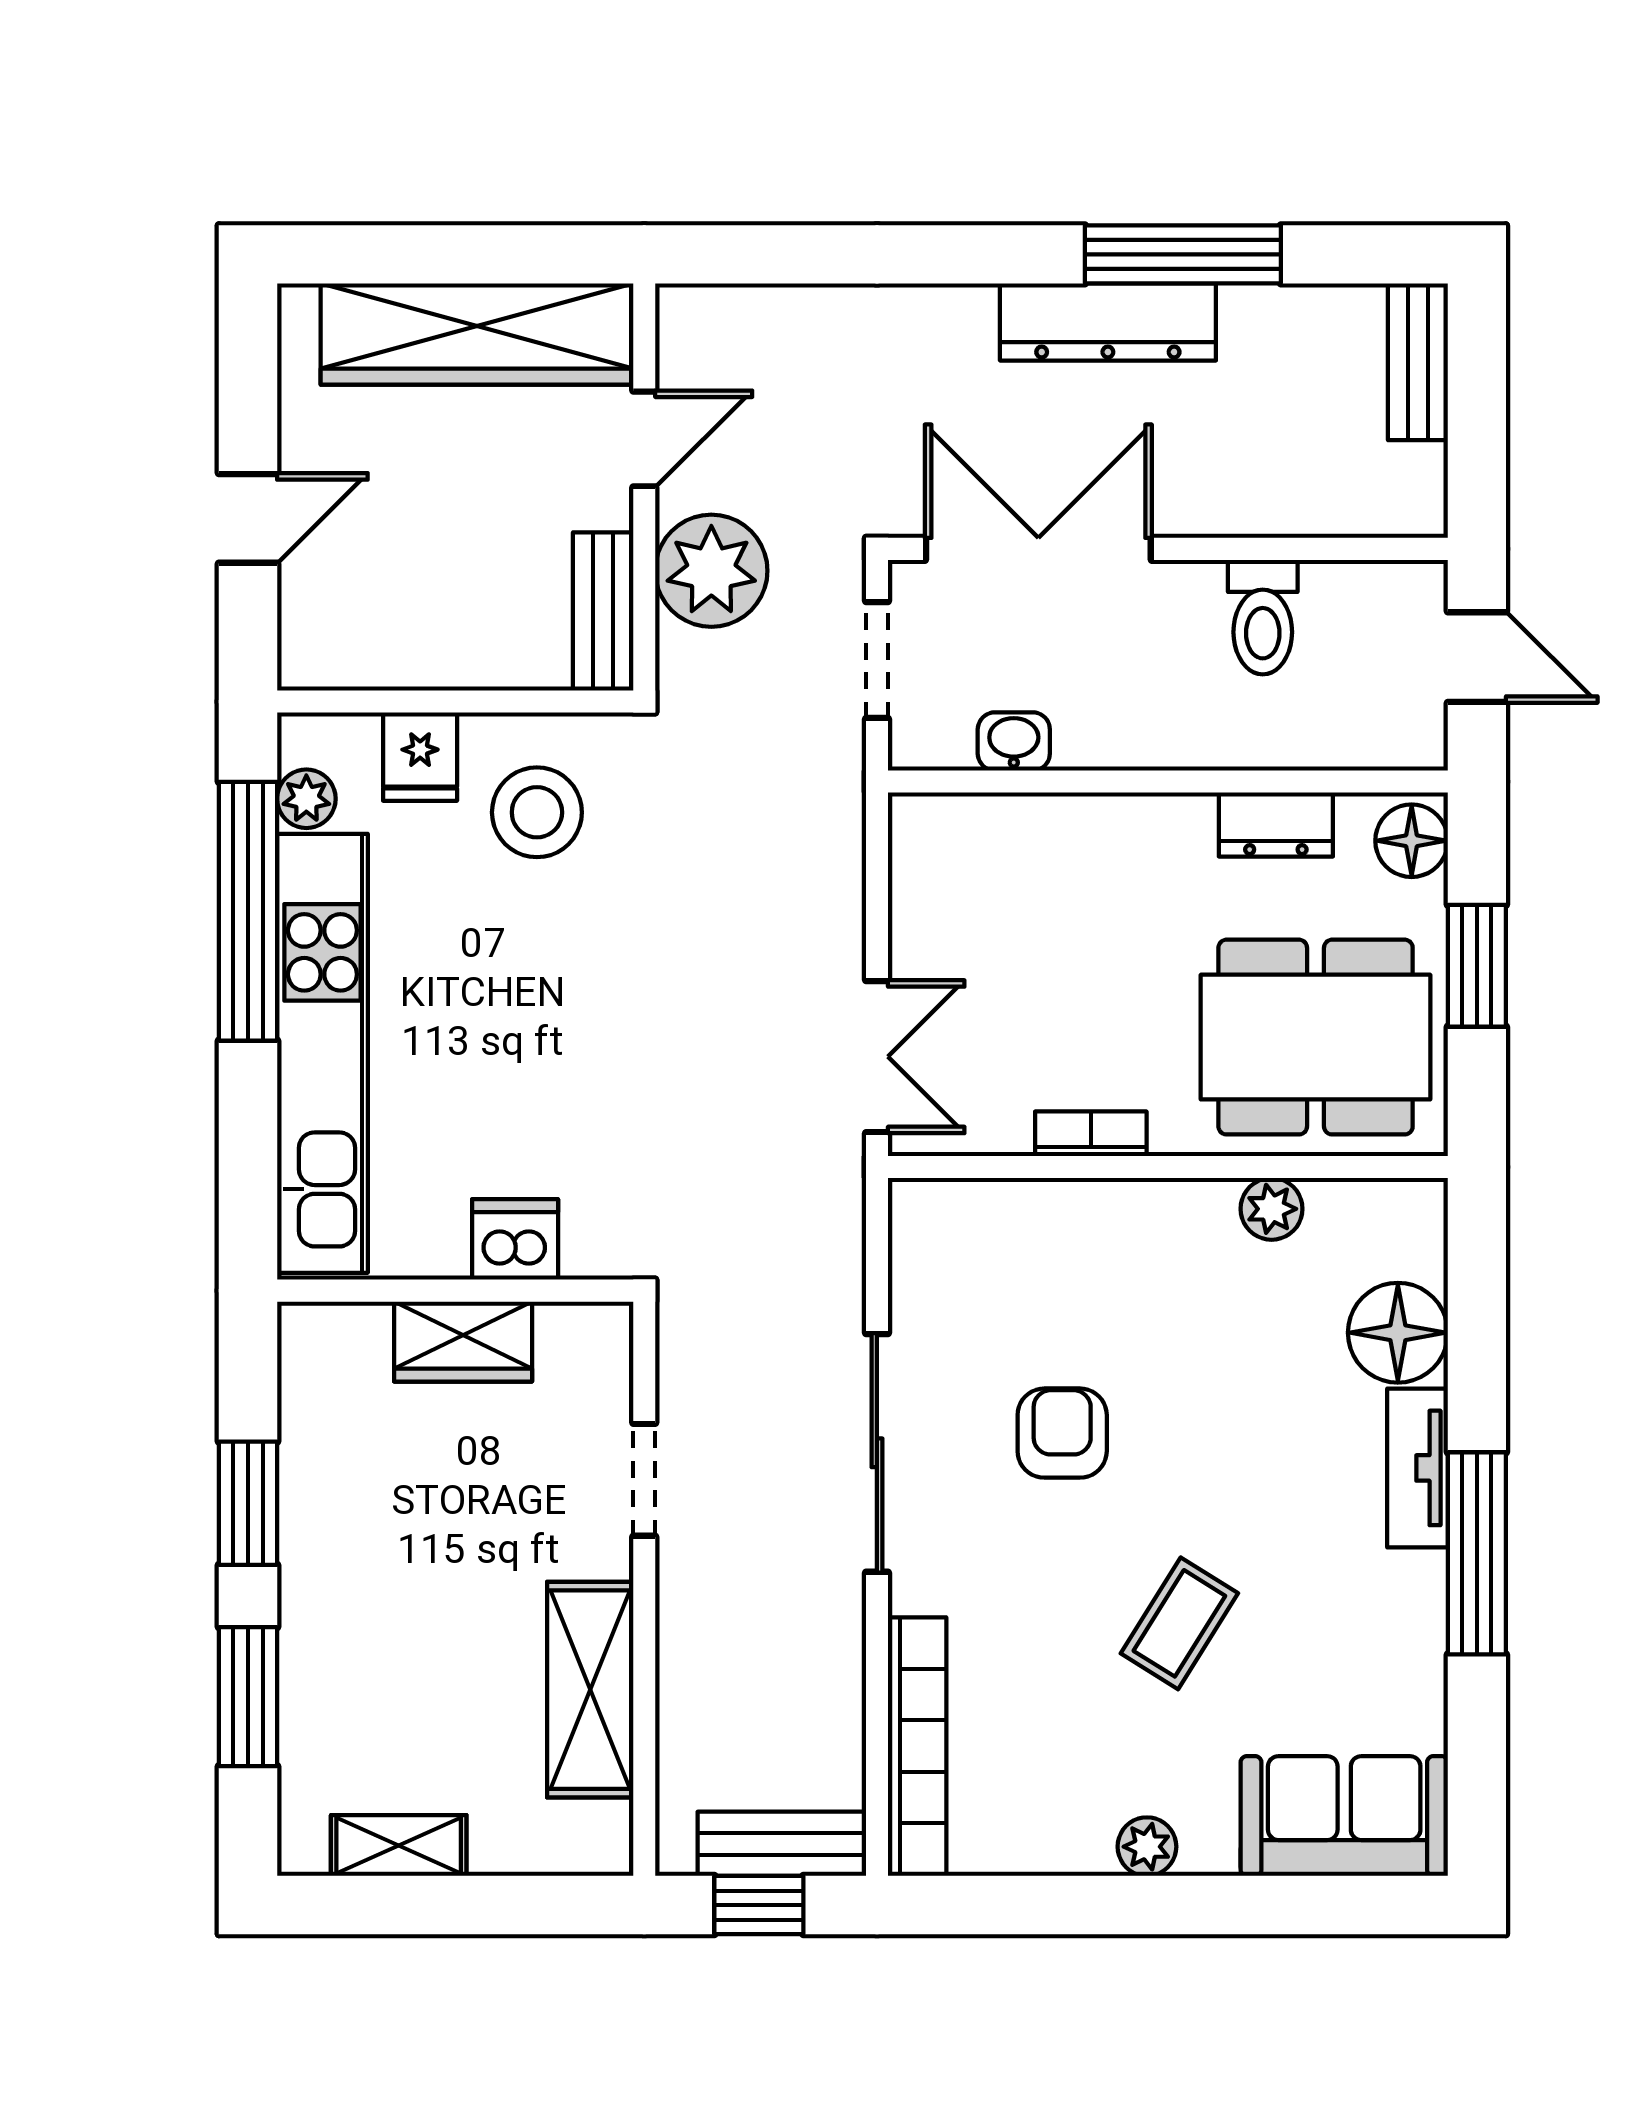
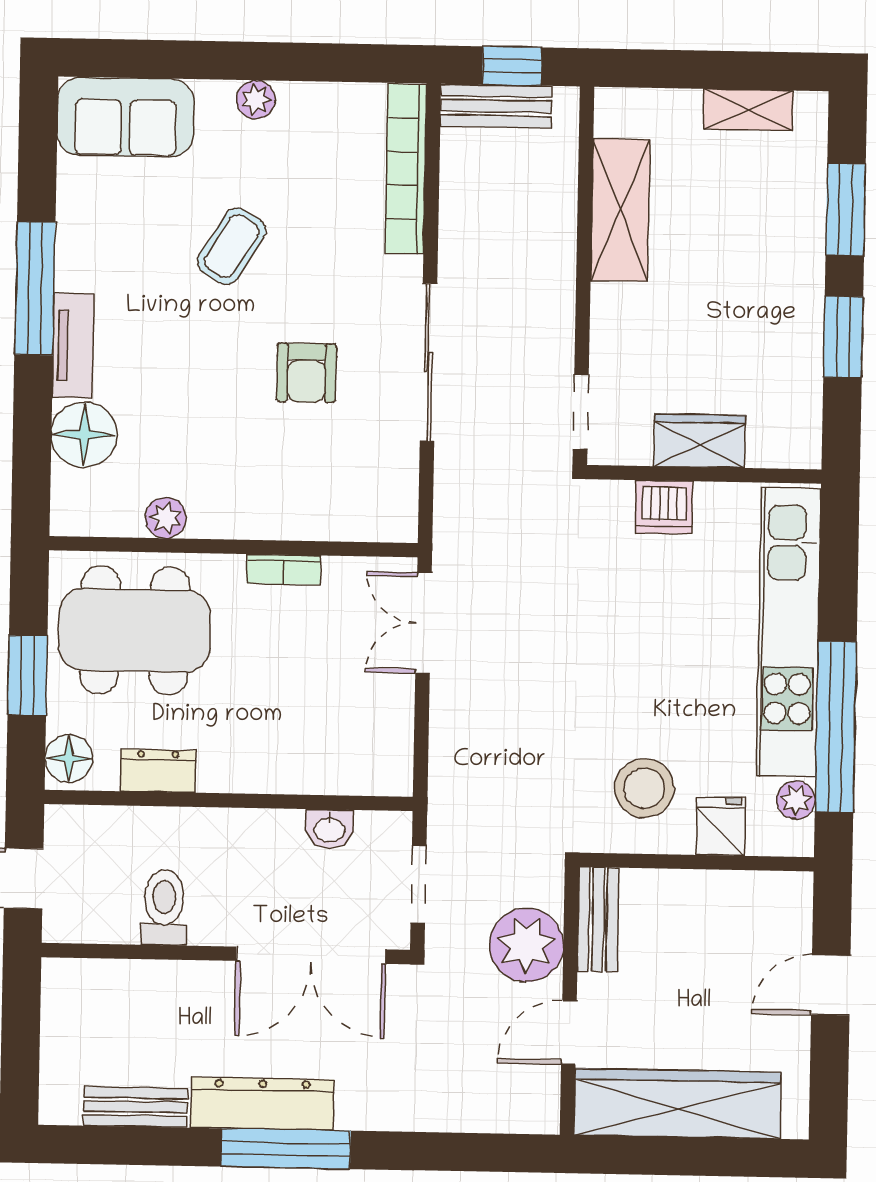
window: (1183, 254) -> (286, 1149), moved
bench: (1418, 362) -> (136, 1107), moved, turned 90
doorway: (644, 1480) -> (581, 412), moved

